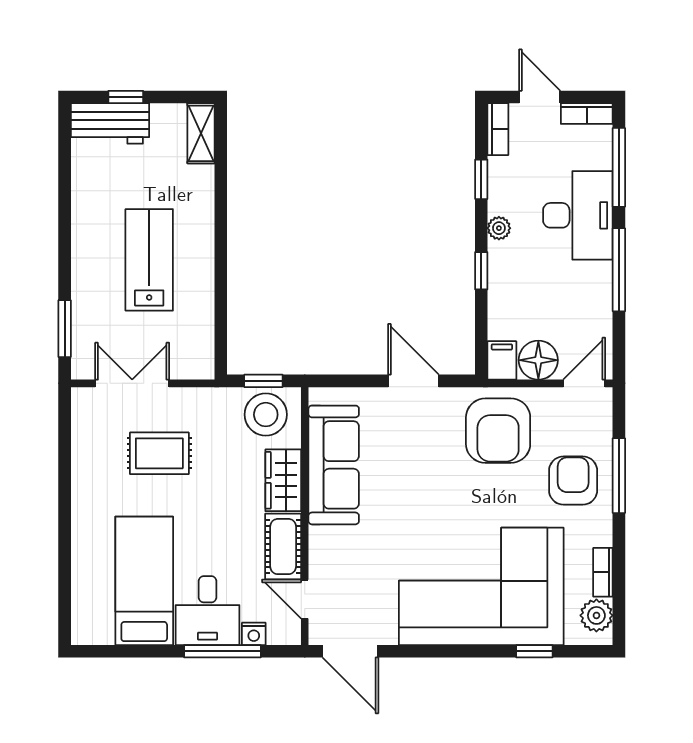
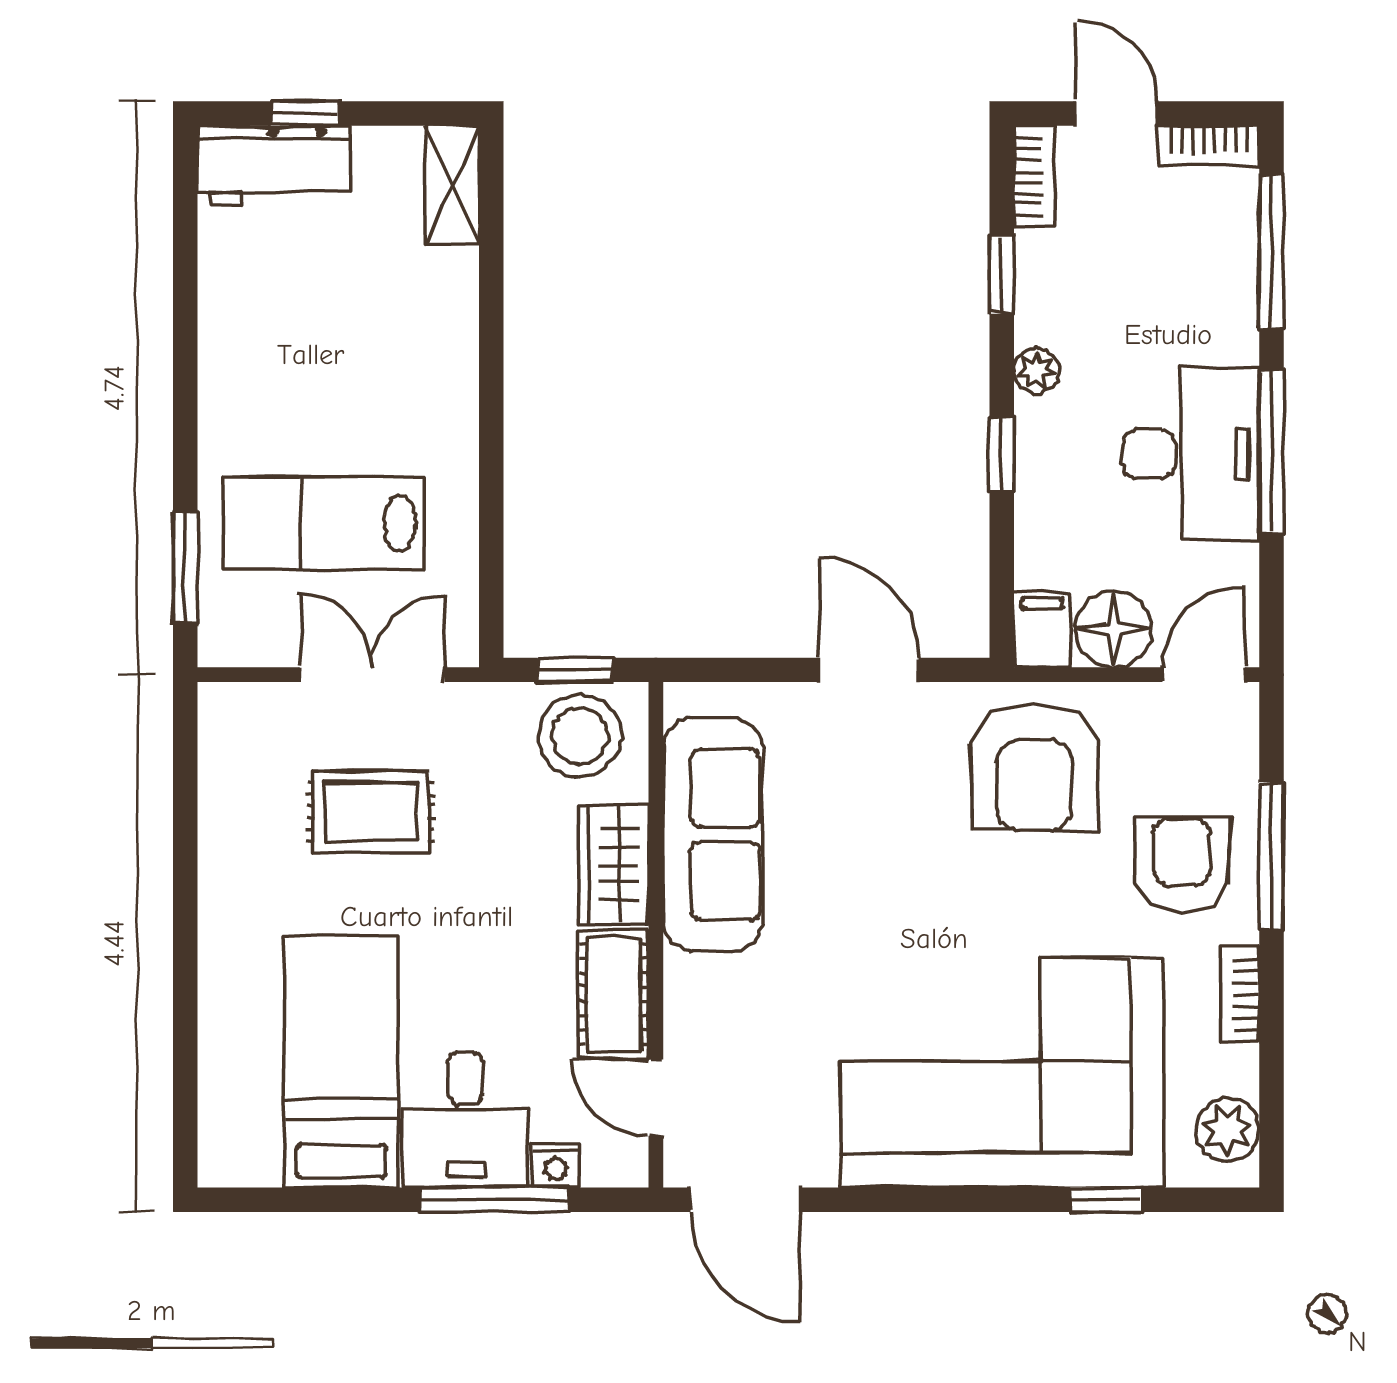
desk: (578, 215) -> (1191, 454), moved
lab bench: (149, 260) -> (324, 523), moved, turned -90
double door: (132, 383) -> (372, 675), moved
bookcase: (603, 572) -> (1240, 995), moved

